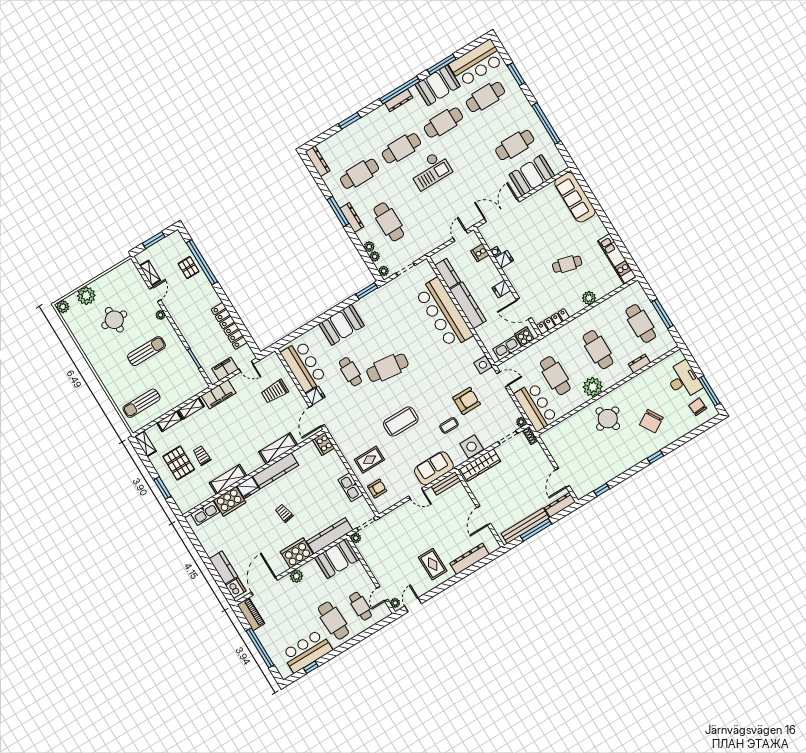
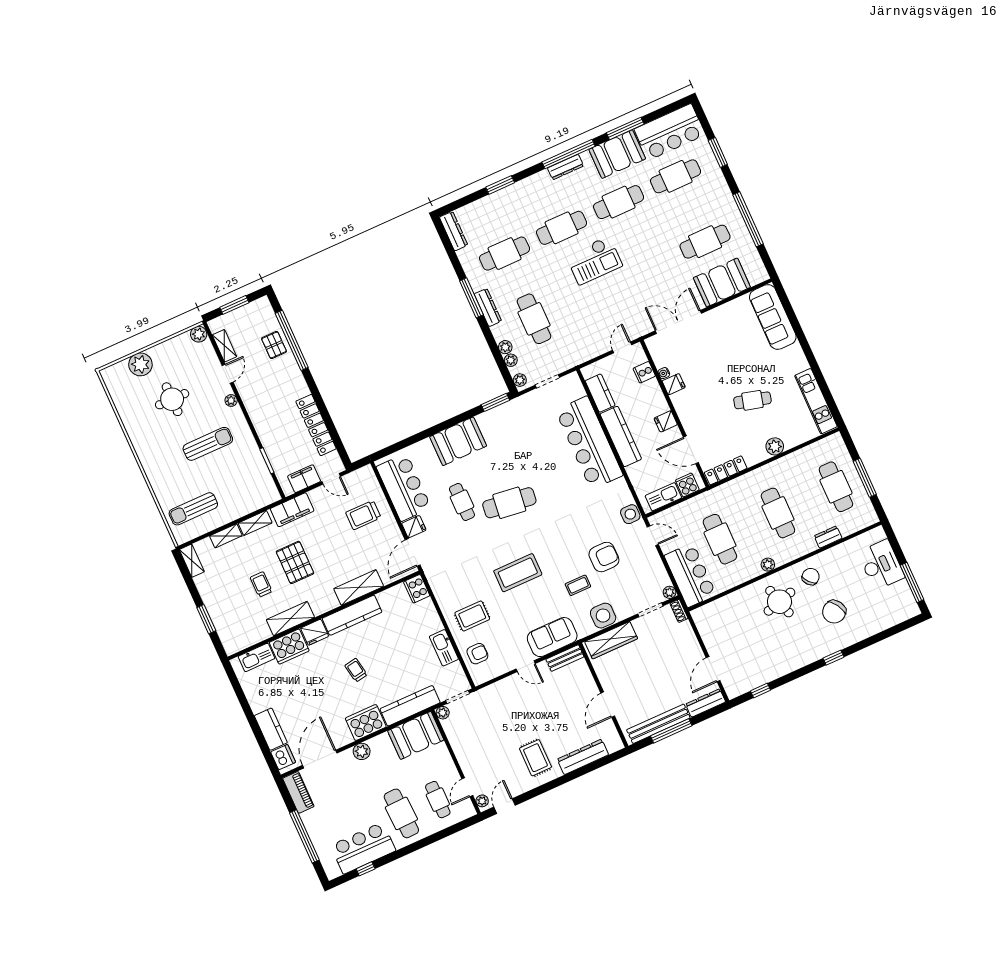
plant: (63, 307) -> (199, 334), moved
plant: (593, 387) -> (768, 565), width x0.53, depth x0.53
chair: (698, 407) -> (811, 577), moved, turned 53
pallet: (179, 463) -> (295, 562), moved

